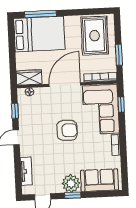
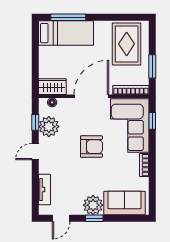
bed: (39, 34) -> (66, 33), width x0.67
plant: (27, 114) -> (49, 127), added

